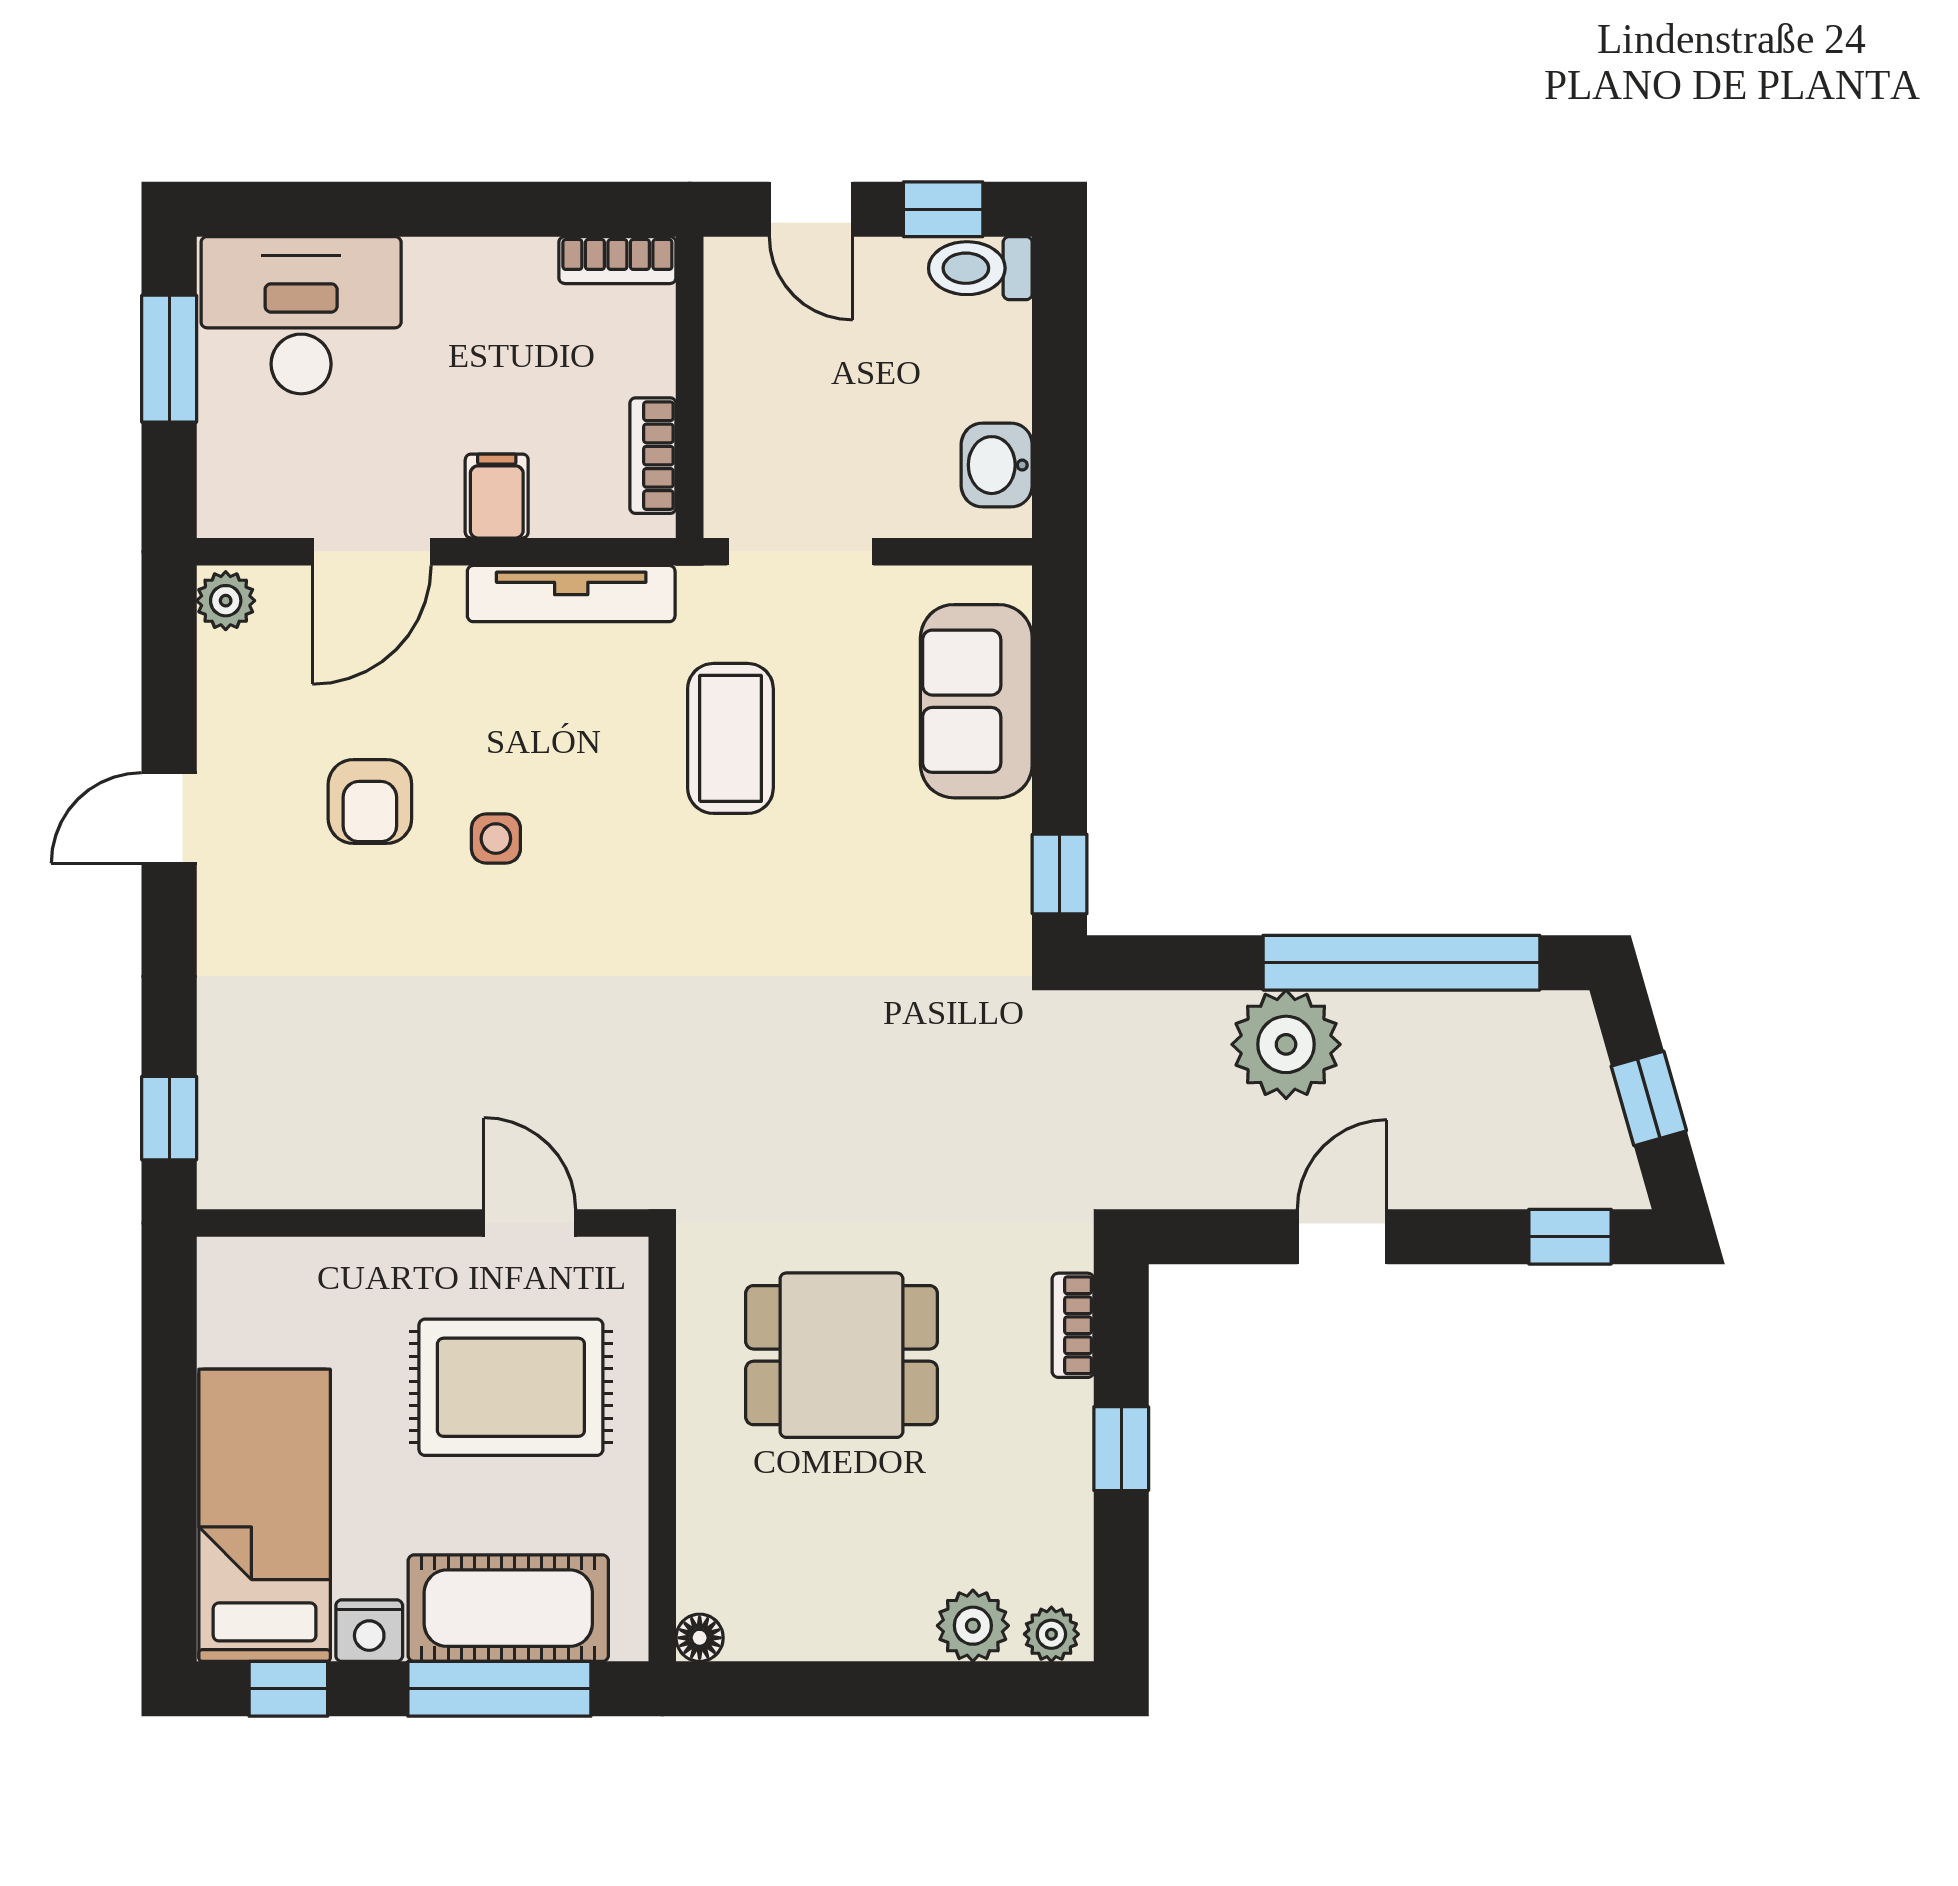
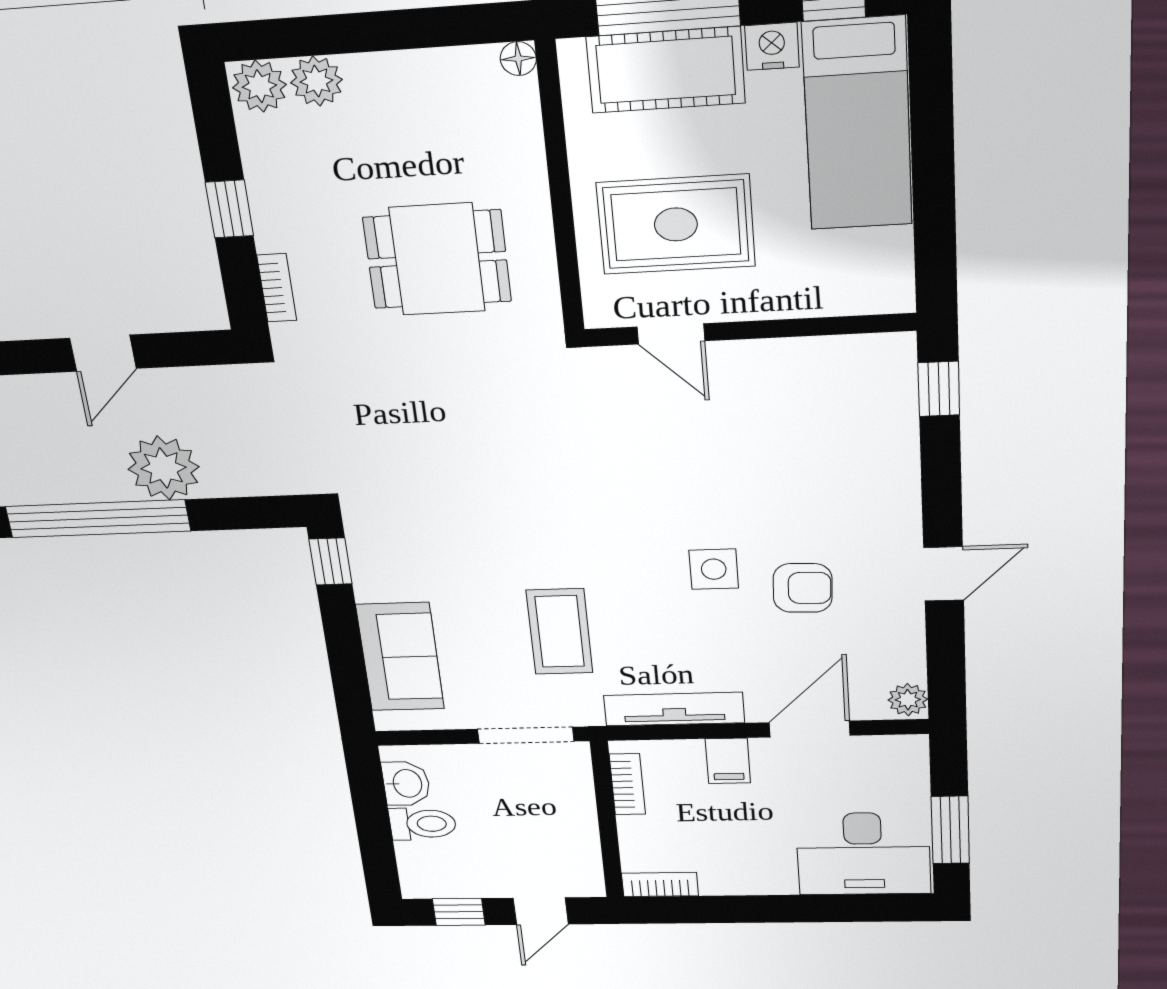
door: (811, 209) -> (541, 911), swing flipped
toilet: (980, 268) -> (423, 824), moved
armchair: (370, 802) -> (803, 588), turned 92
side table: (496, 839) -> (714, 569), width x1.37, depth x1.37
plant: (1051, 1634) -> (259, 86), width x1.38, depth x1.38

